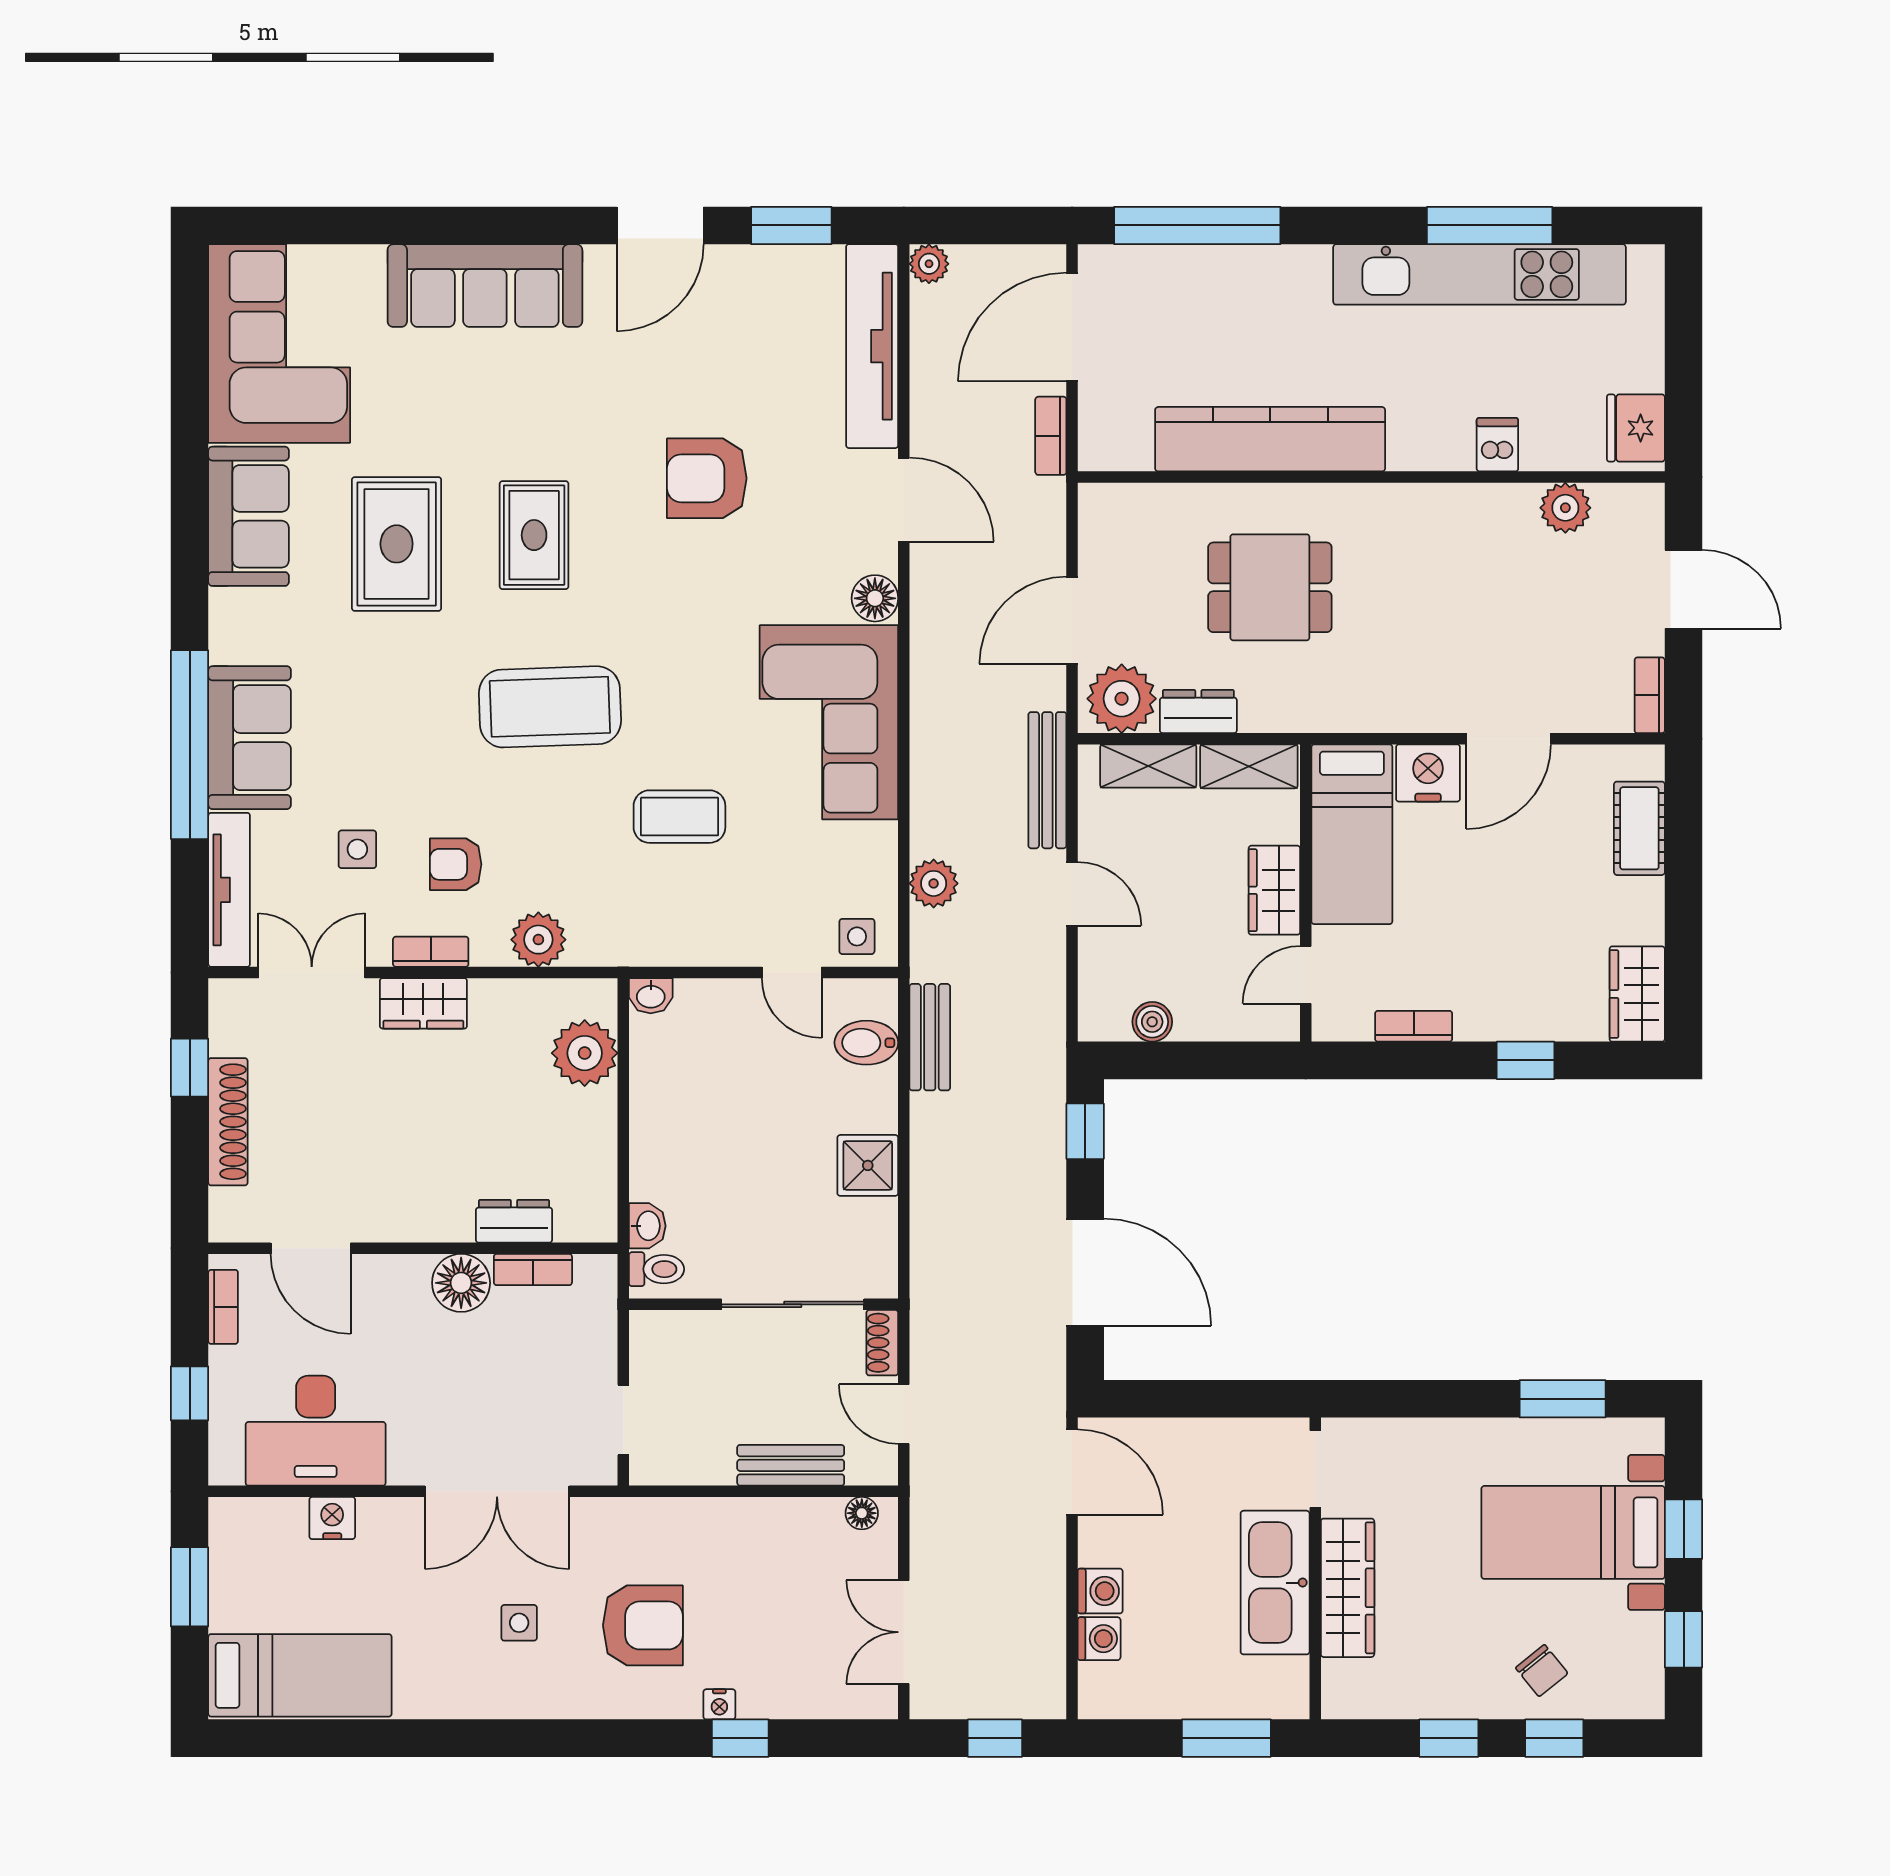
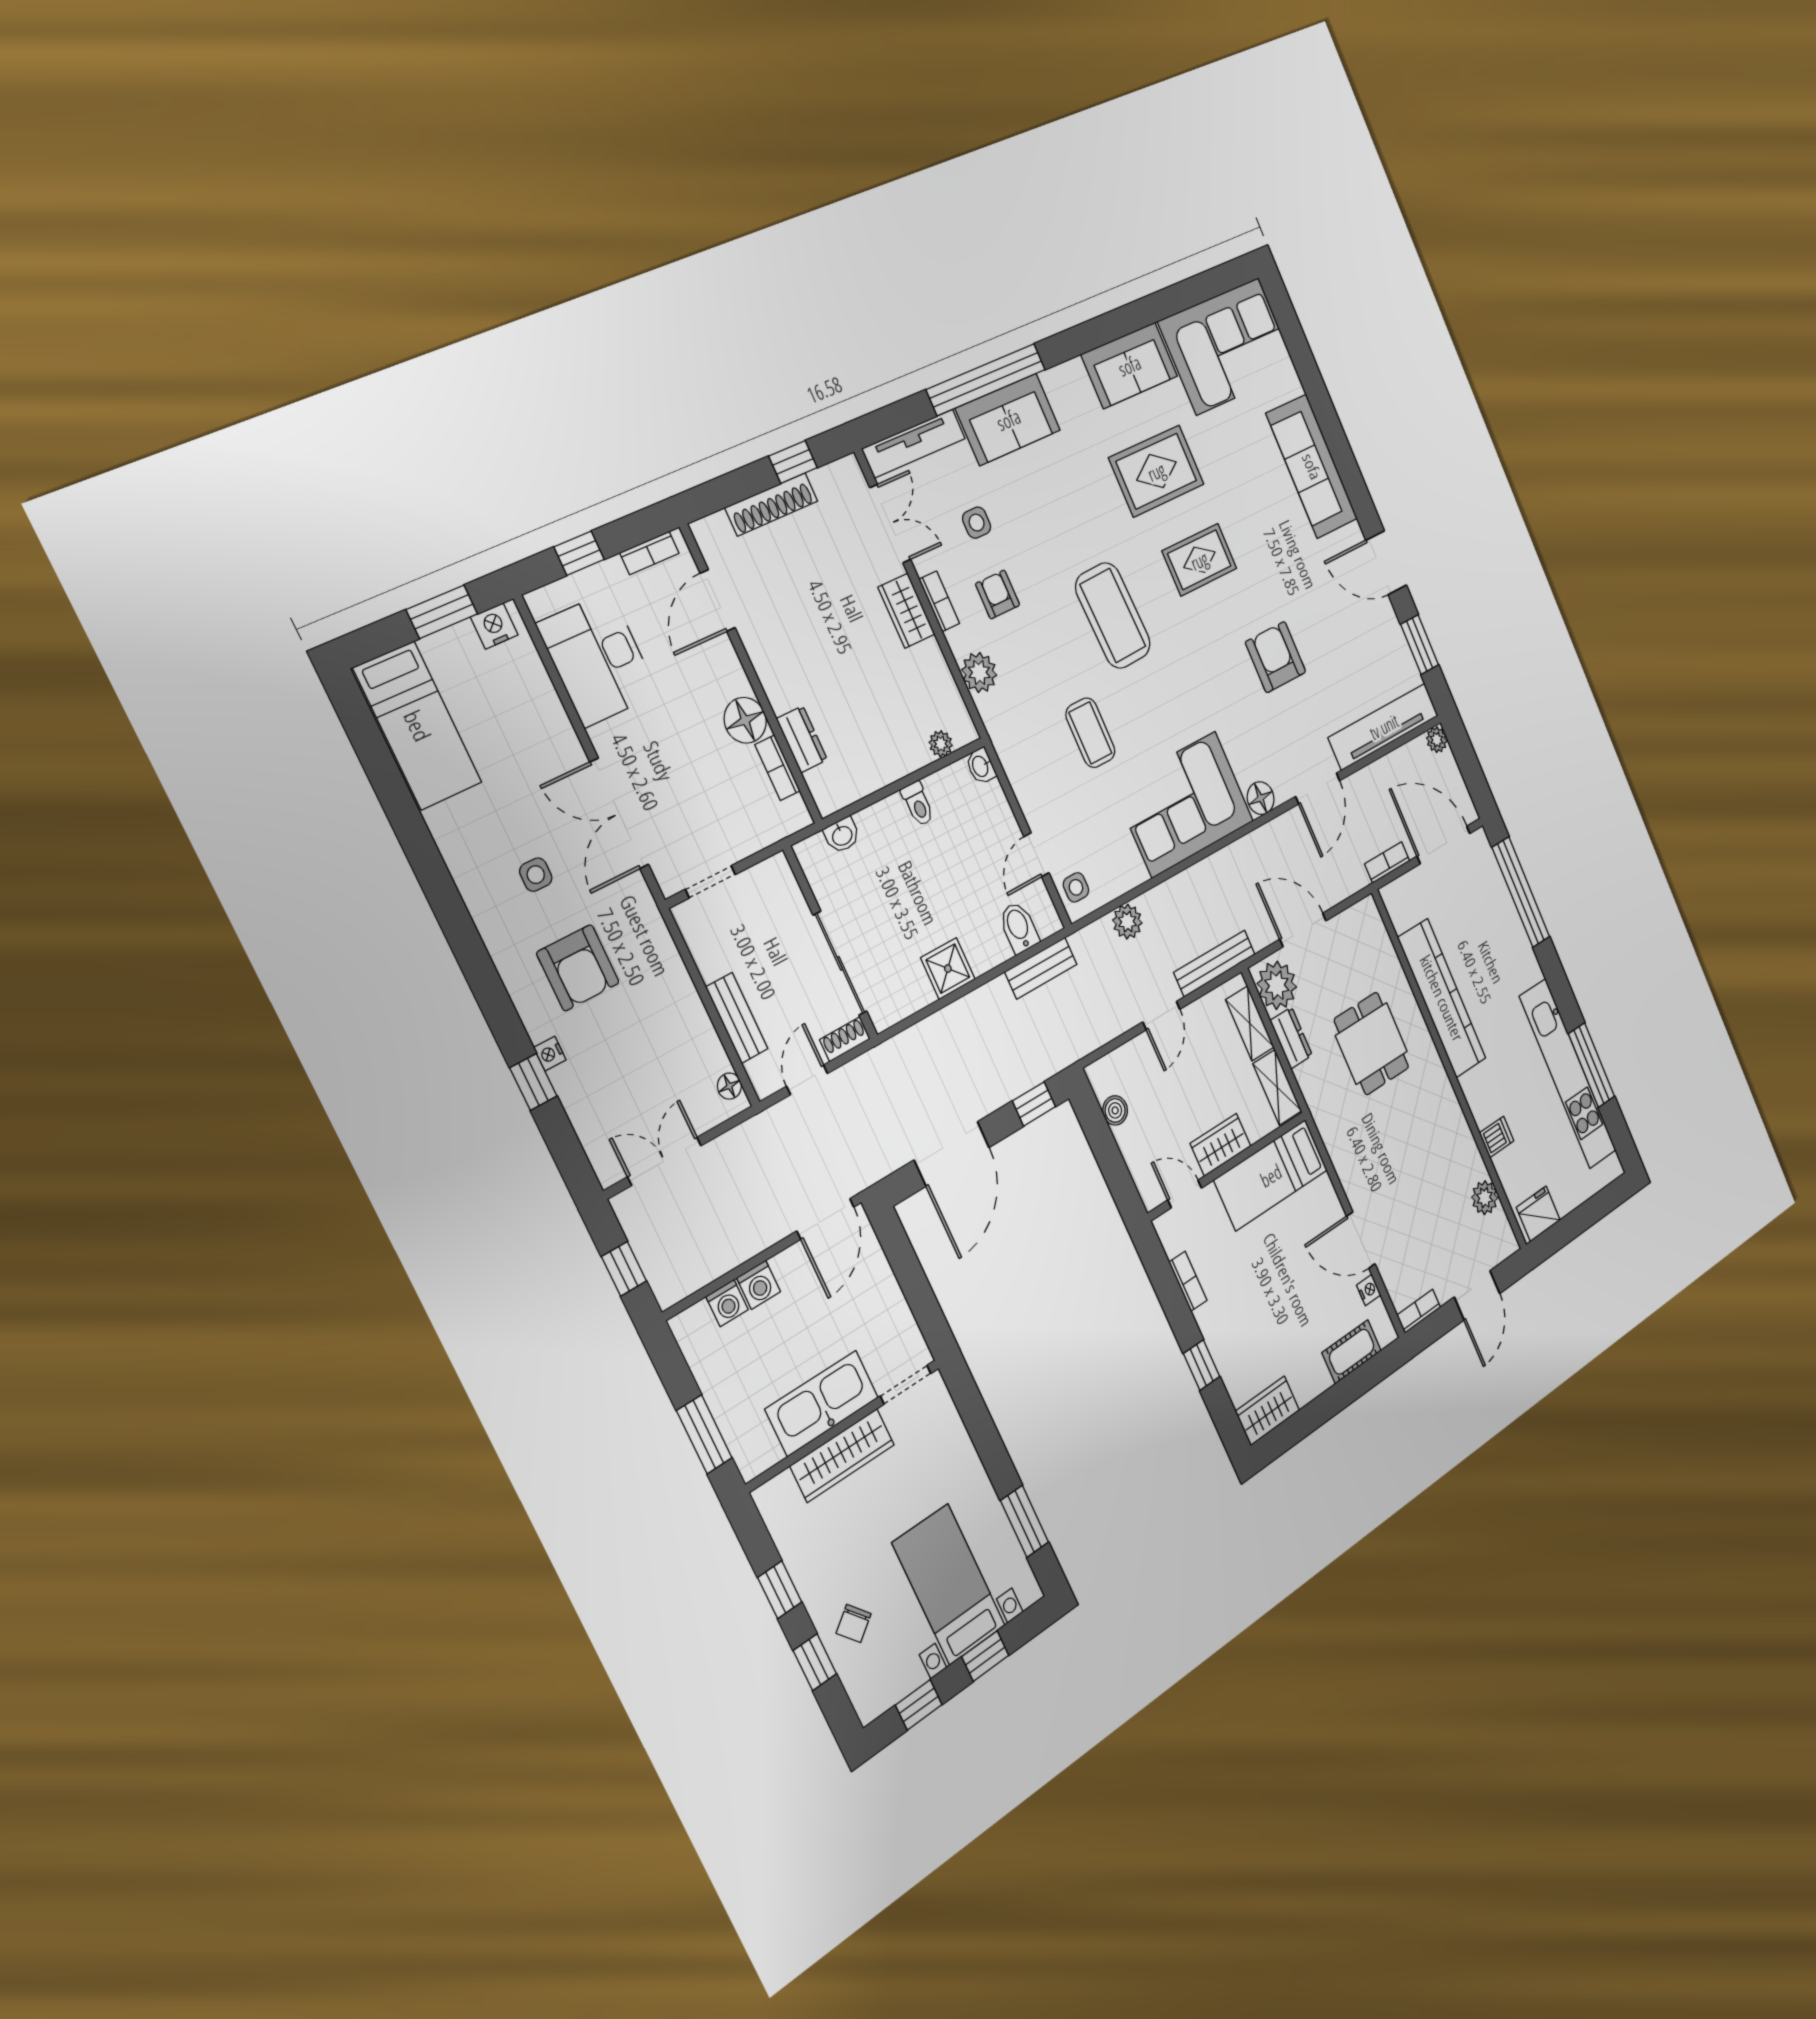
nightstand: (1428, 773) -> (1369, 1290), moved, width x0.53, depth x0.56
plant: (585, 1053) -> (941, 744), width x0.53, depth x0.53
toilet: (657, 1269) -> (918, 804), moved
nightstand: (332, 1518) -> (494, 626), moved, turned -90

